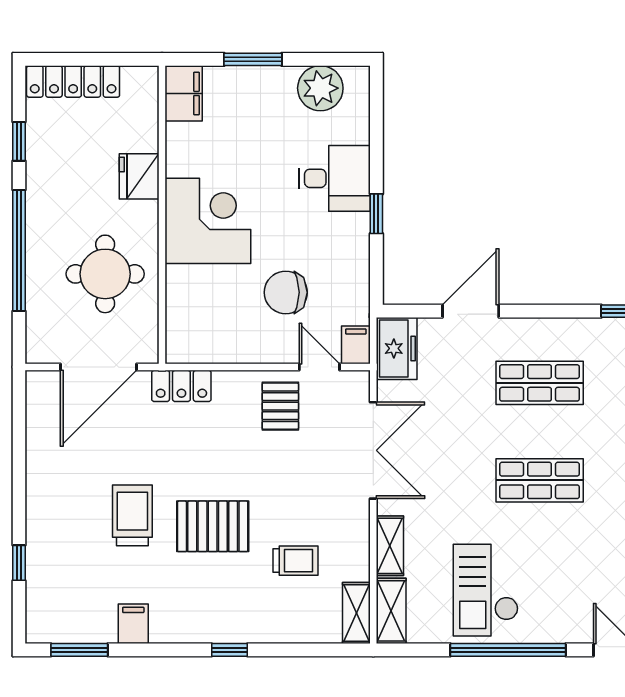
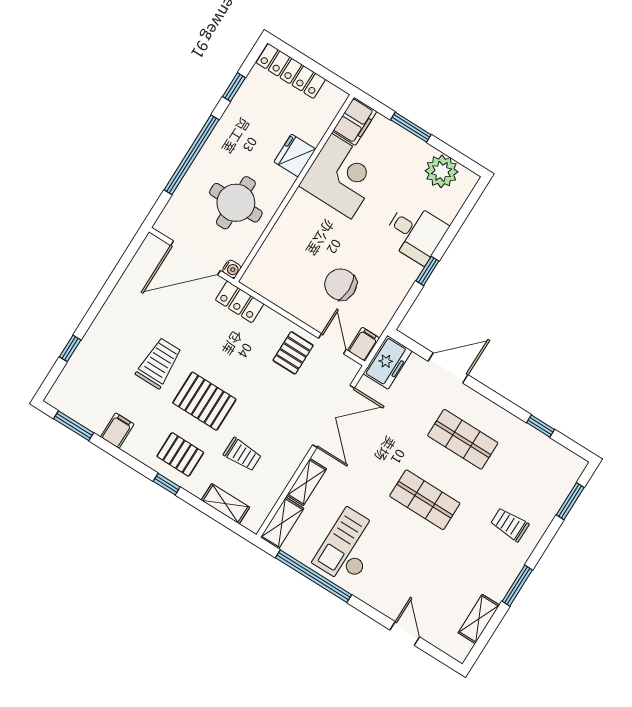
corner desk: (208, 221) -> (341, 176), moved
water cooler: (148, 354) -> (232, 269), added
pallet: (224, 606) -> (180, 454), added
shelving: (356, 613) -> (225, 504), moved, turned 90
window: (508, 650) -> (313, 576), moved

